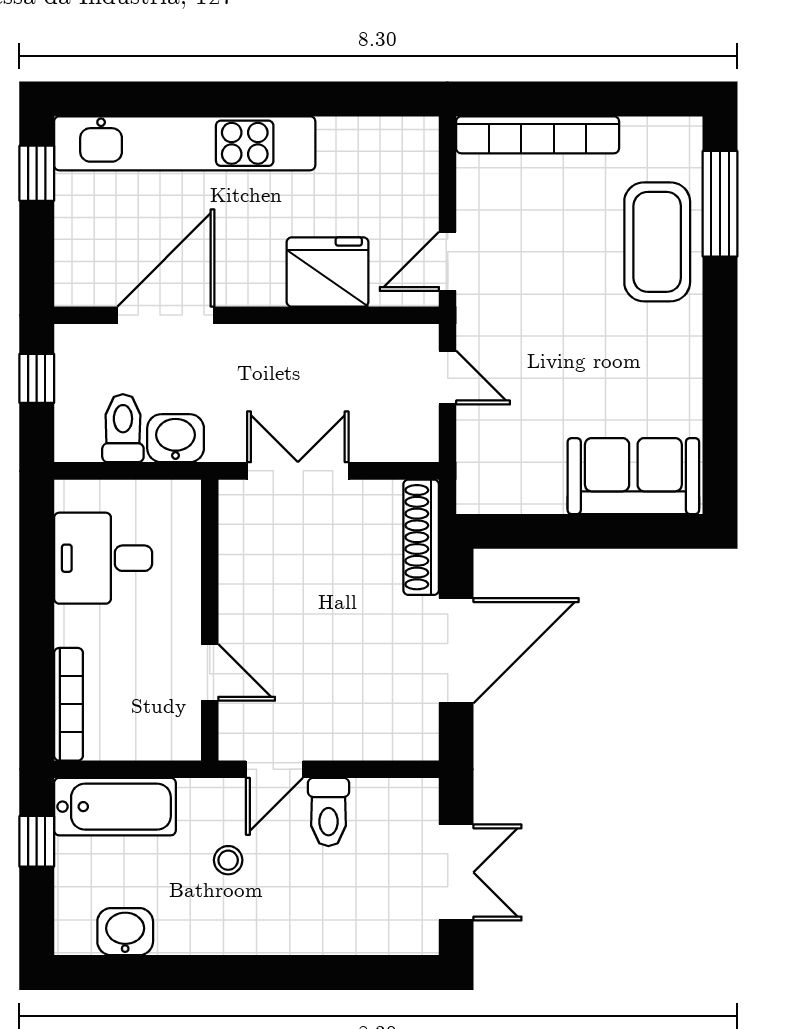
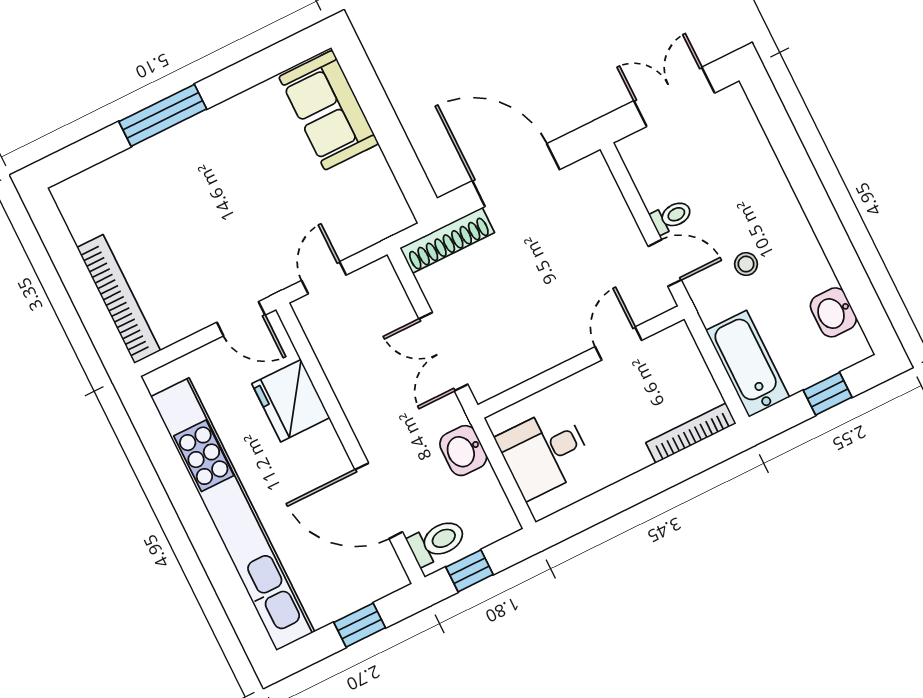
kitchen unit: (185, 143) -> (233, 514), width x1.36
window: (37, 173) -> (360, 625), moved
window: (720, 204) -> (163, 115), moved
coffee table: (657, 242) -> (153, 176), removed
toilet: (123, 428) -> (437, 542), moved, turned 180
desk: (103, 558) -> (545, 453), moved, turned 90
toilet: (328, 812) -> (671, 217), width x0.73, depth x0.72
window: (37, 841) -> (828, 394), moved

